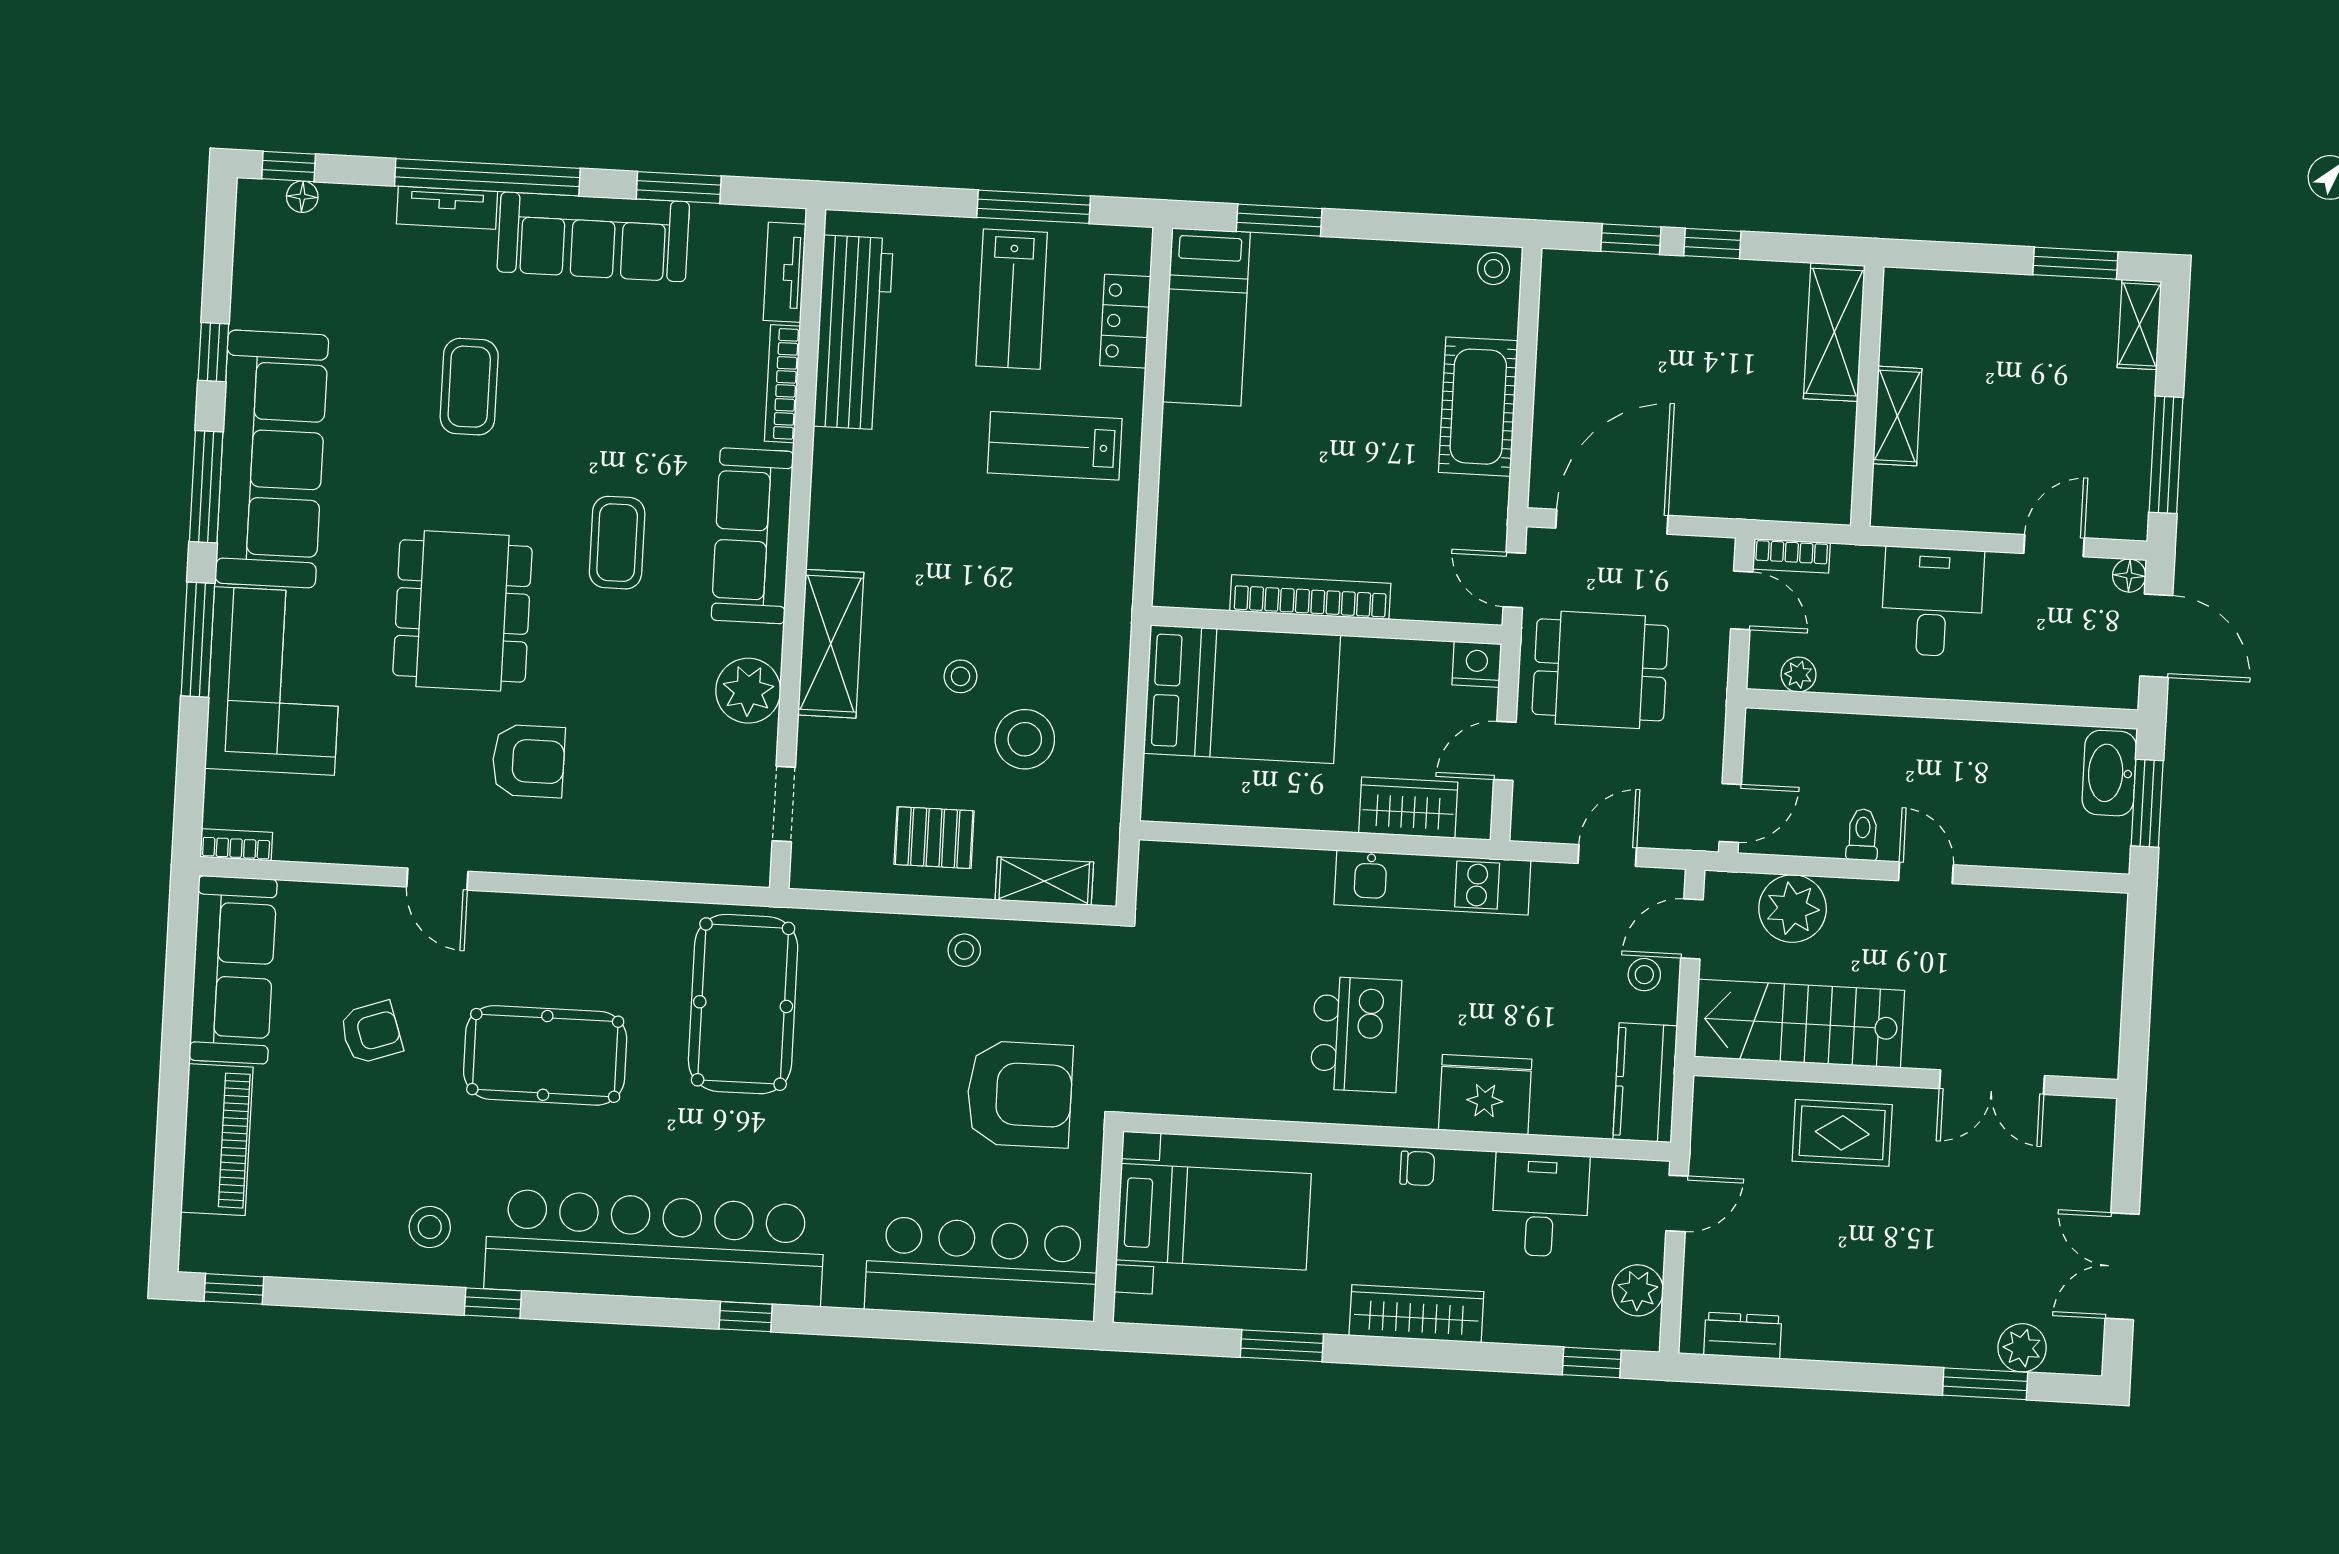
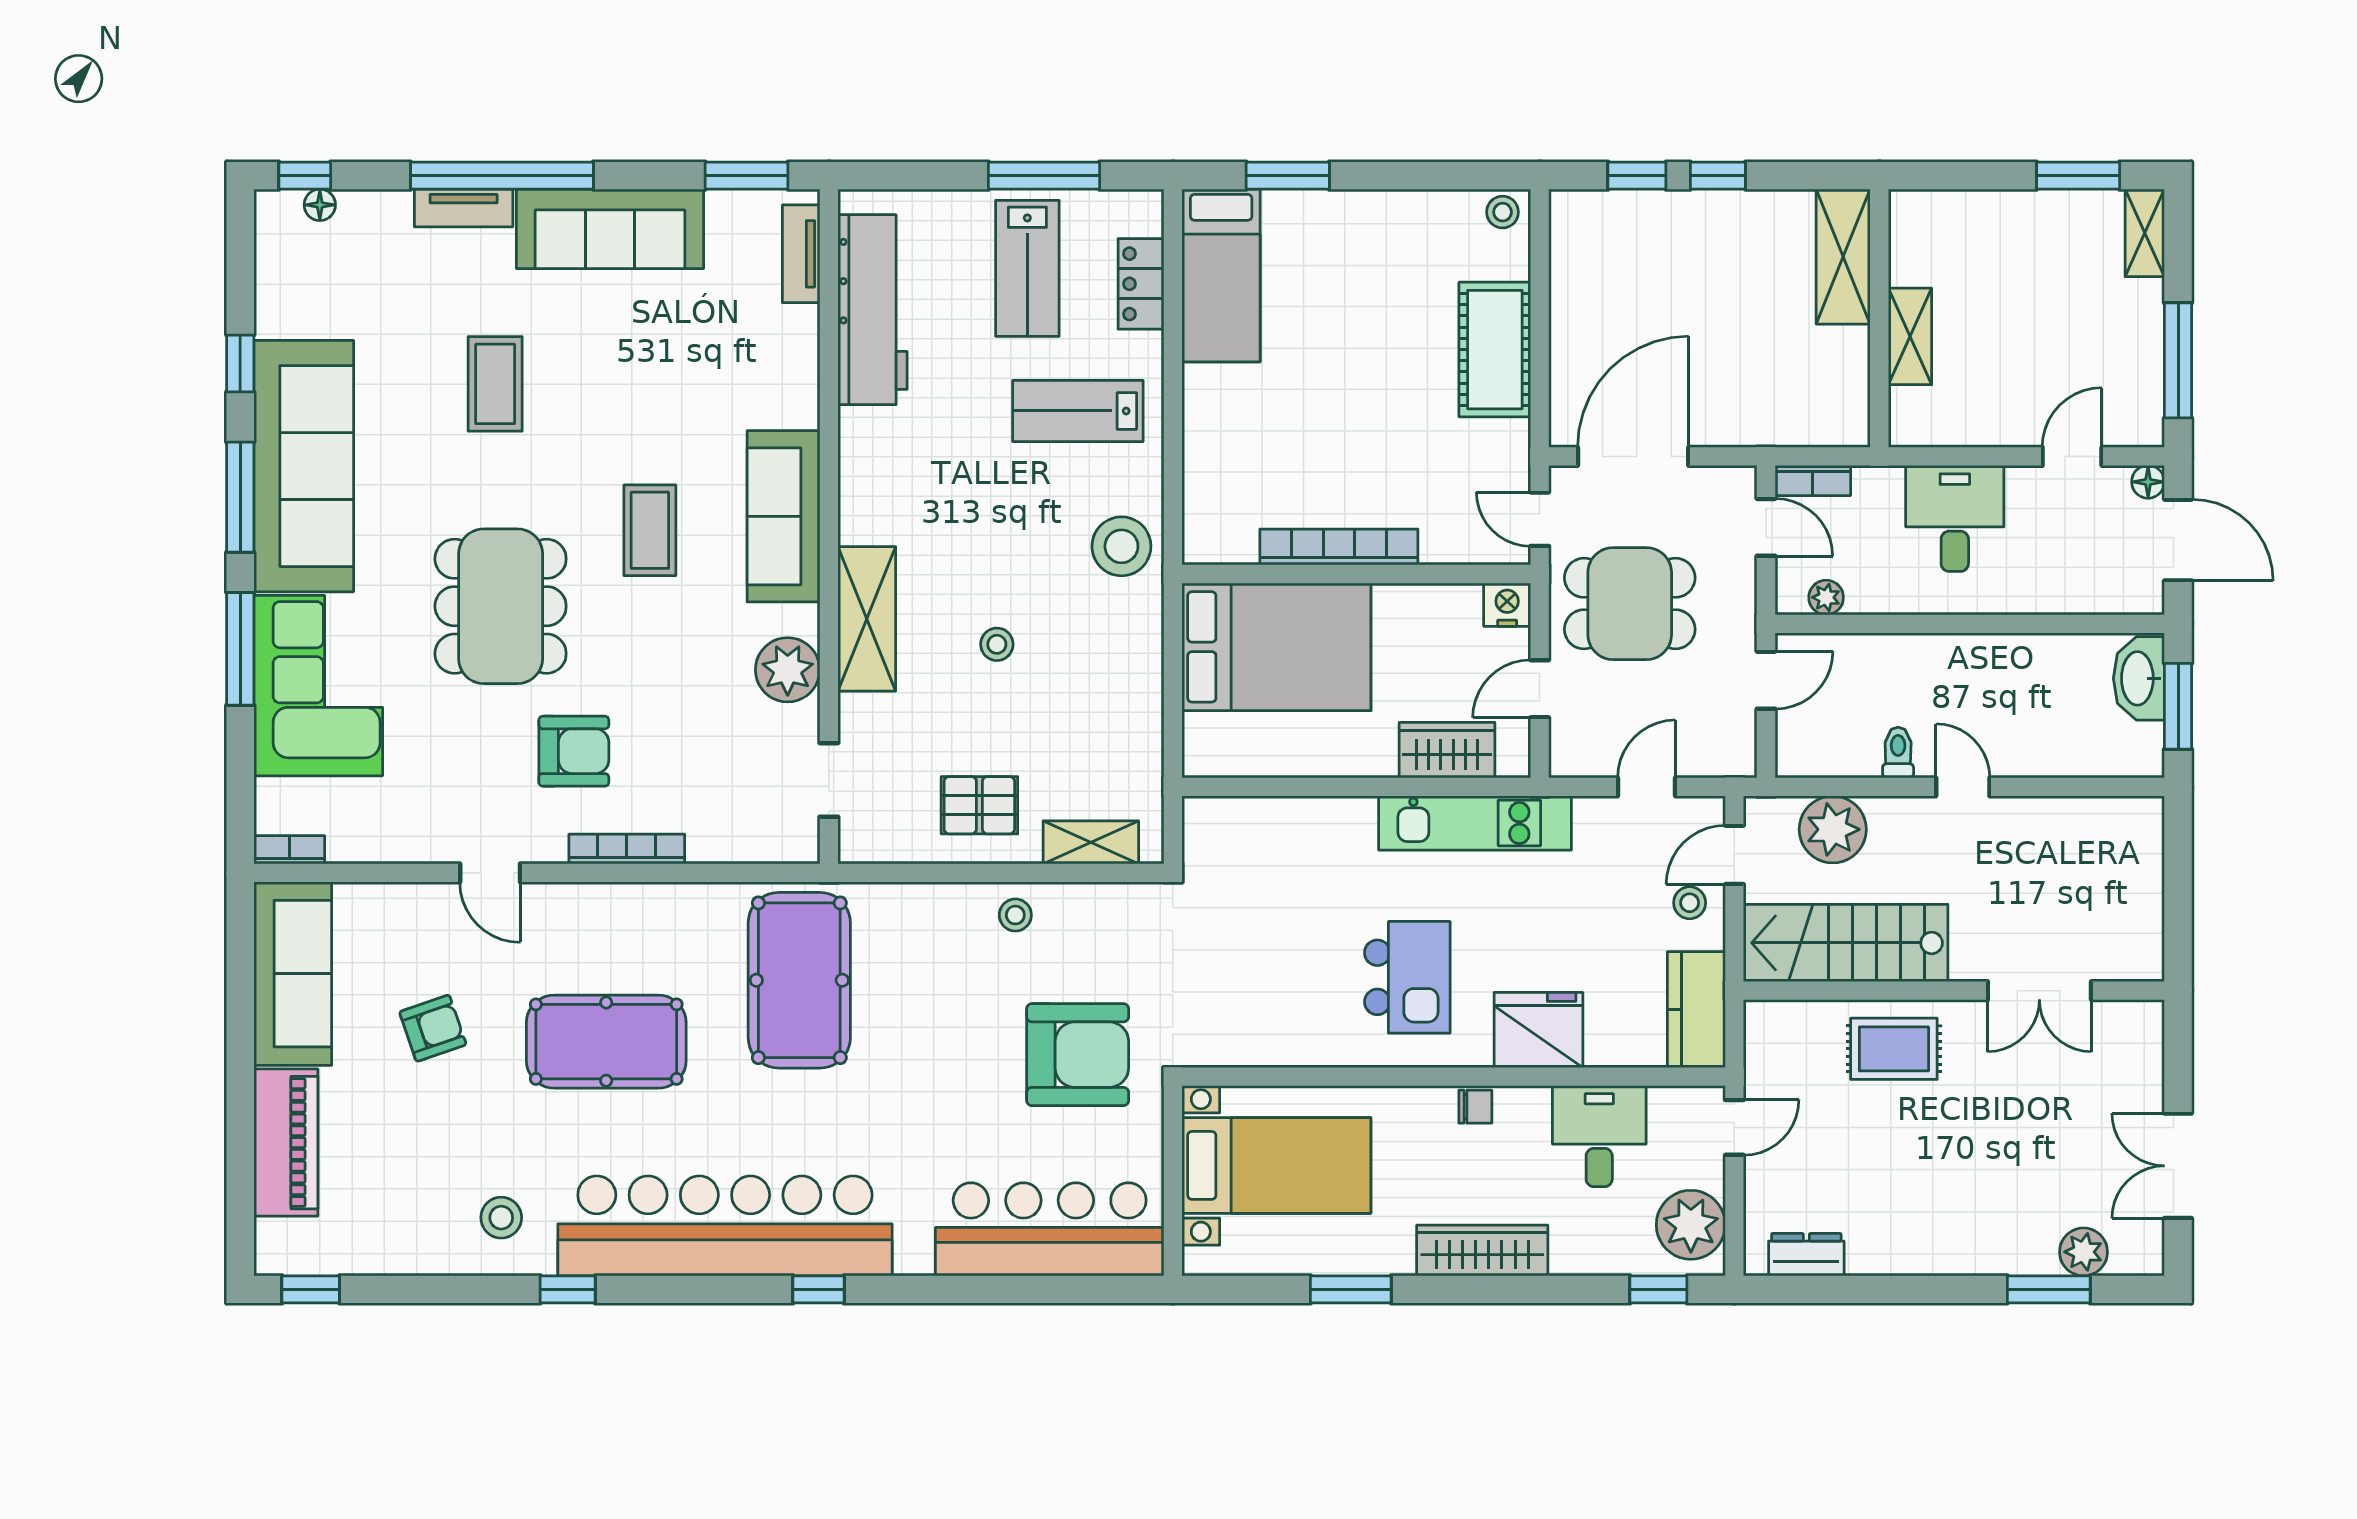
window: (679, 188) -> (747, 176), moved
bookcase: (782, 384) -> (627, 849), moved, turned 90
stool: (1025, 739) -> (1121, 546), moved
door: (1730, 813) -> (1766, 680), moved
plant: (1638, 1290) -> (1691, 1225), width x1.36, depth x1.36

